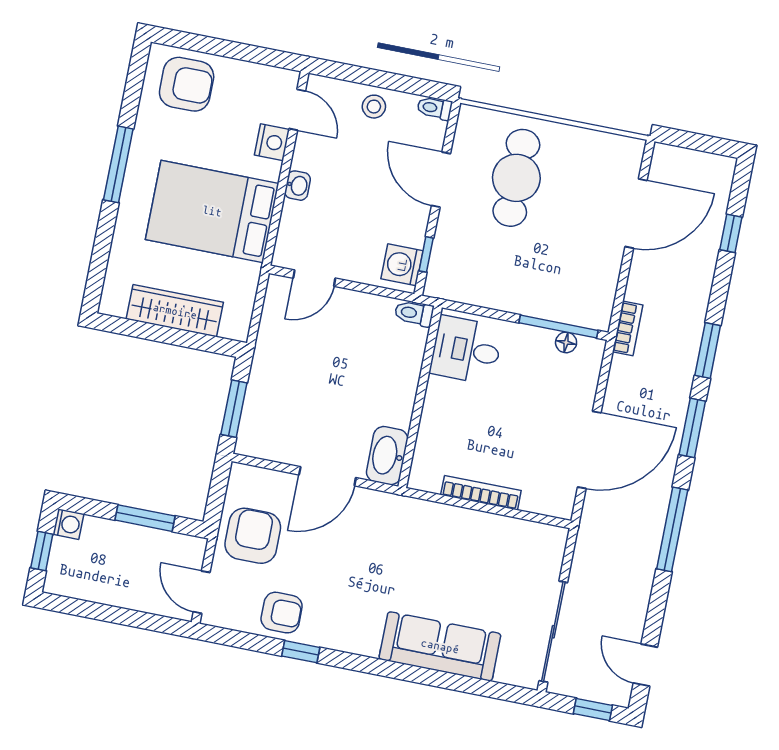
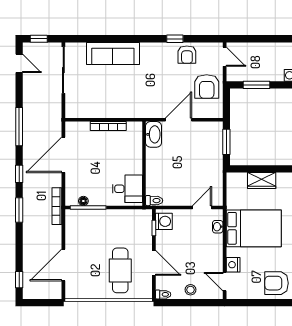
washbasin: (298, 186) -> (218, 227), moved
window: (731, 233) -> (19, 280), moved
wardrobe: (175, 311) -> (262, 181), width x0.67
bookcase: (628, 328) -> (57, 206), width x1.56
window: (692, 428) -> (19, 174), width x0.67
armchair: (282, 613) -> (187, 55), turned -90

